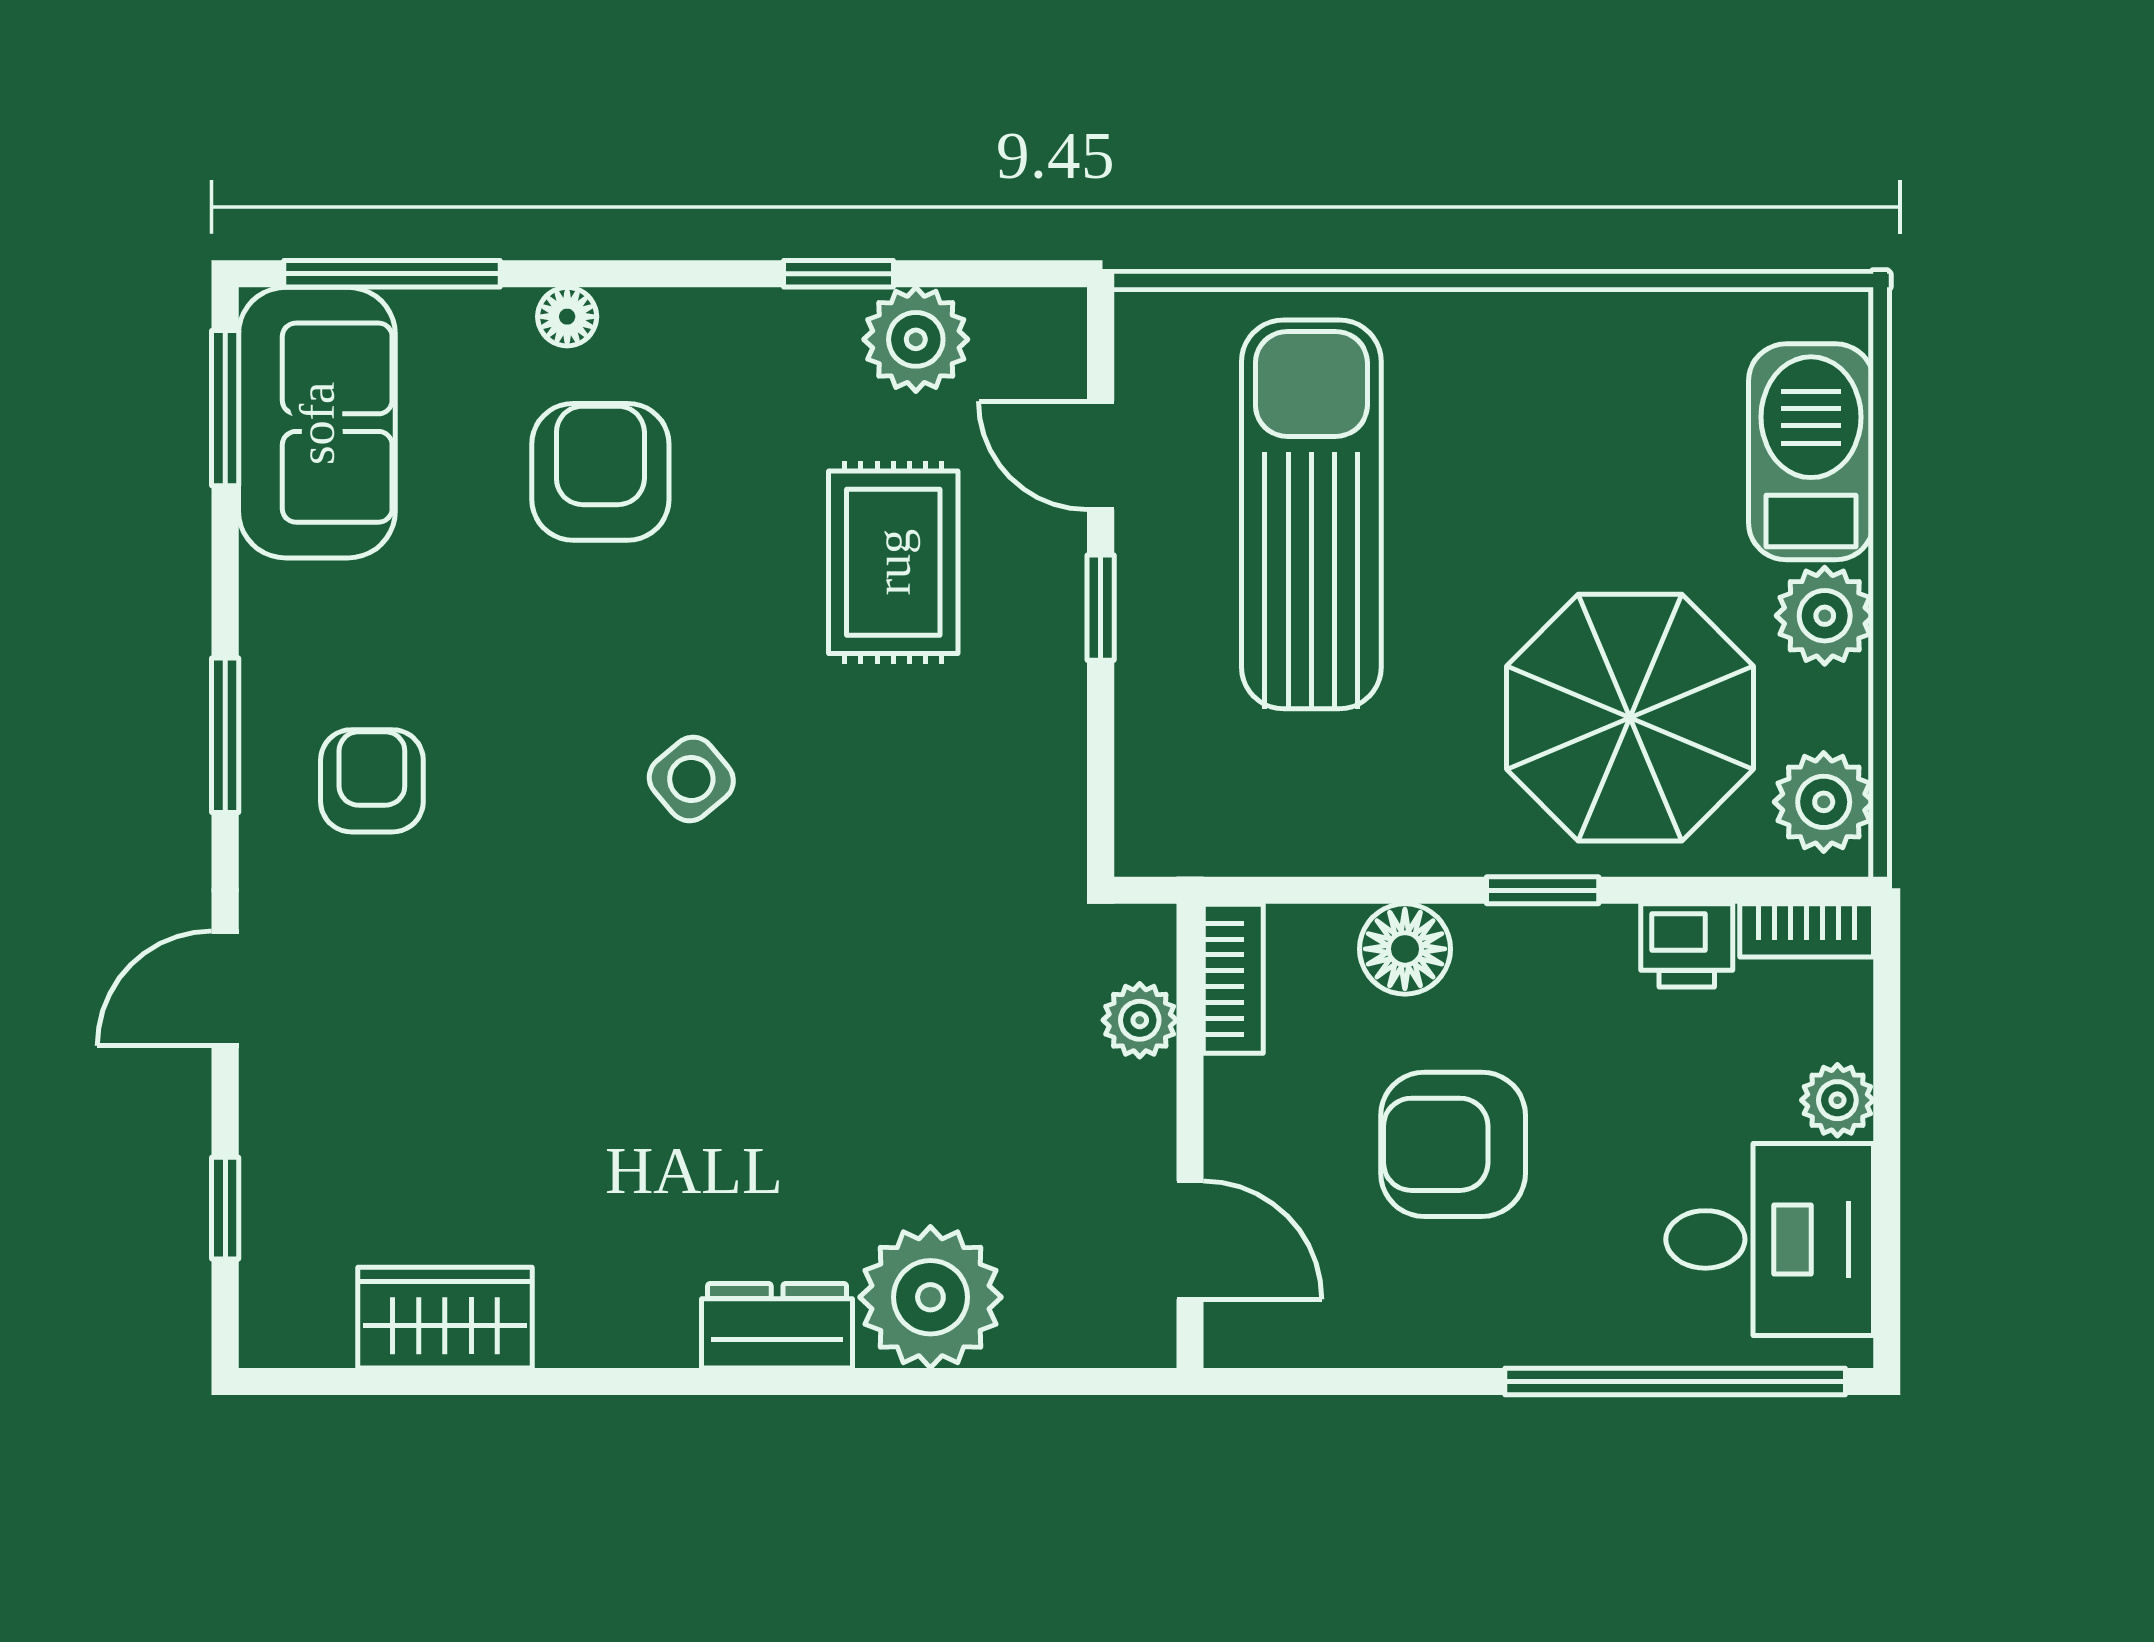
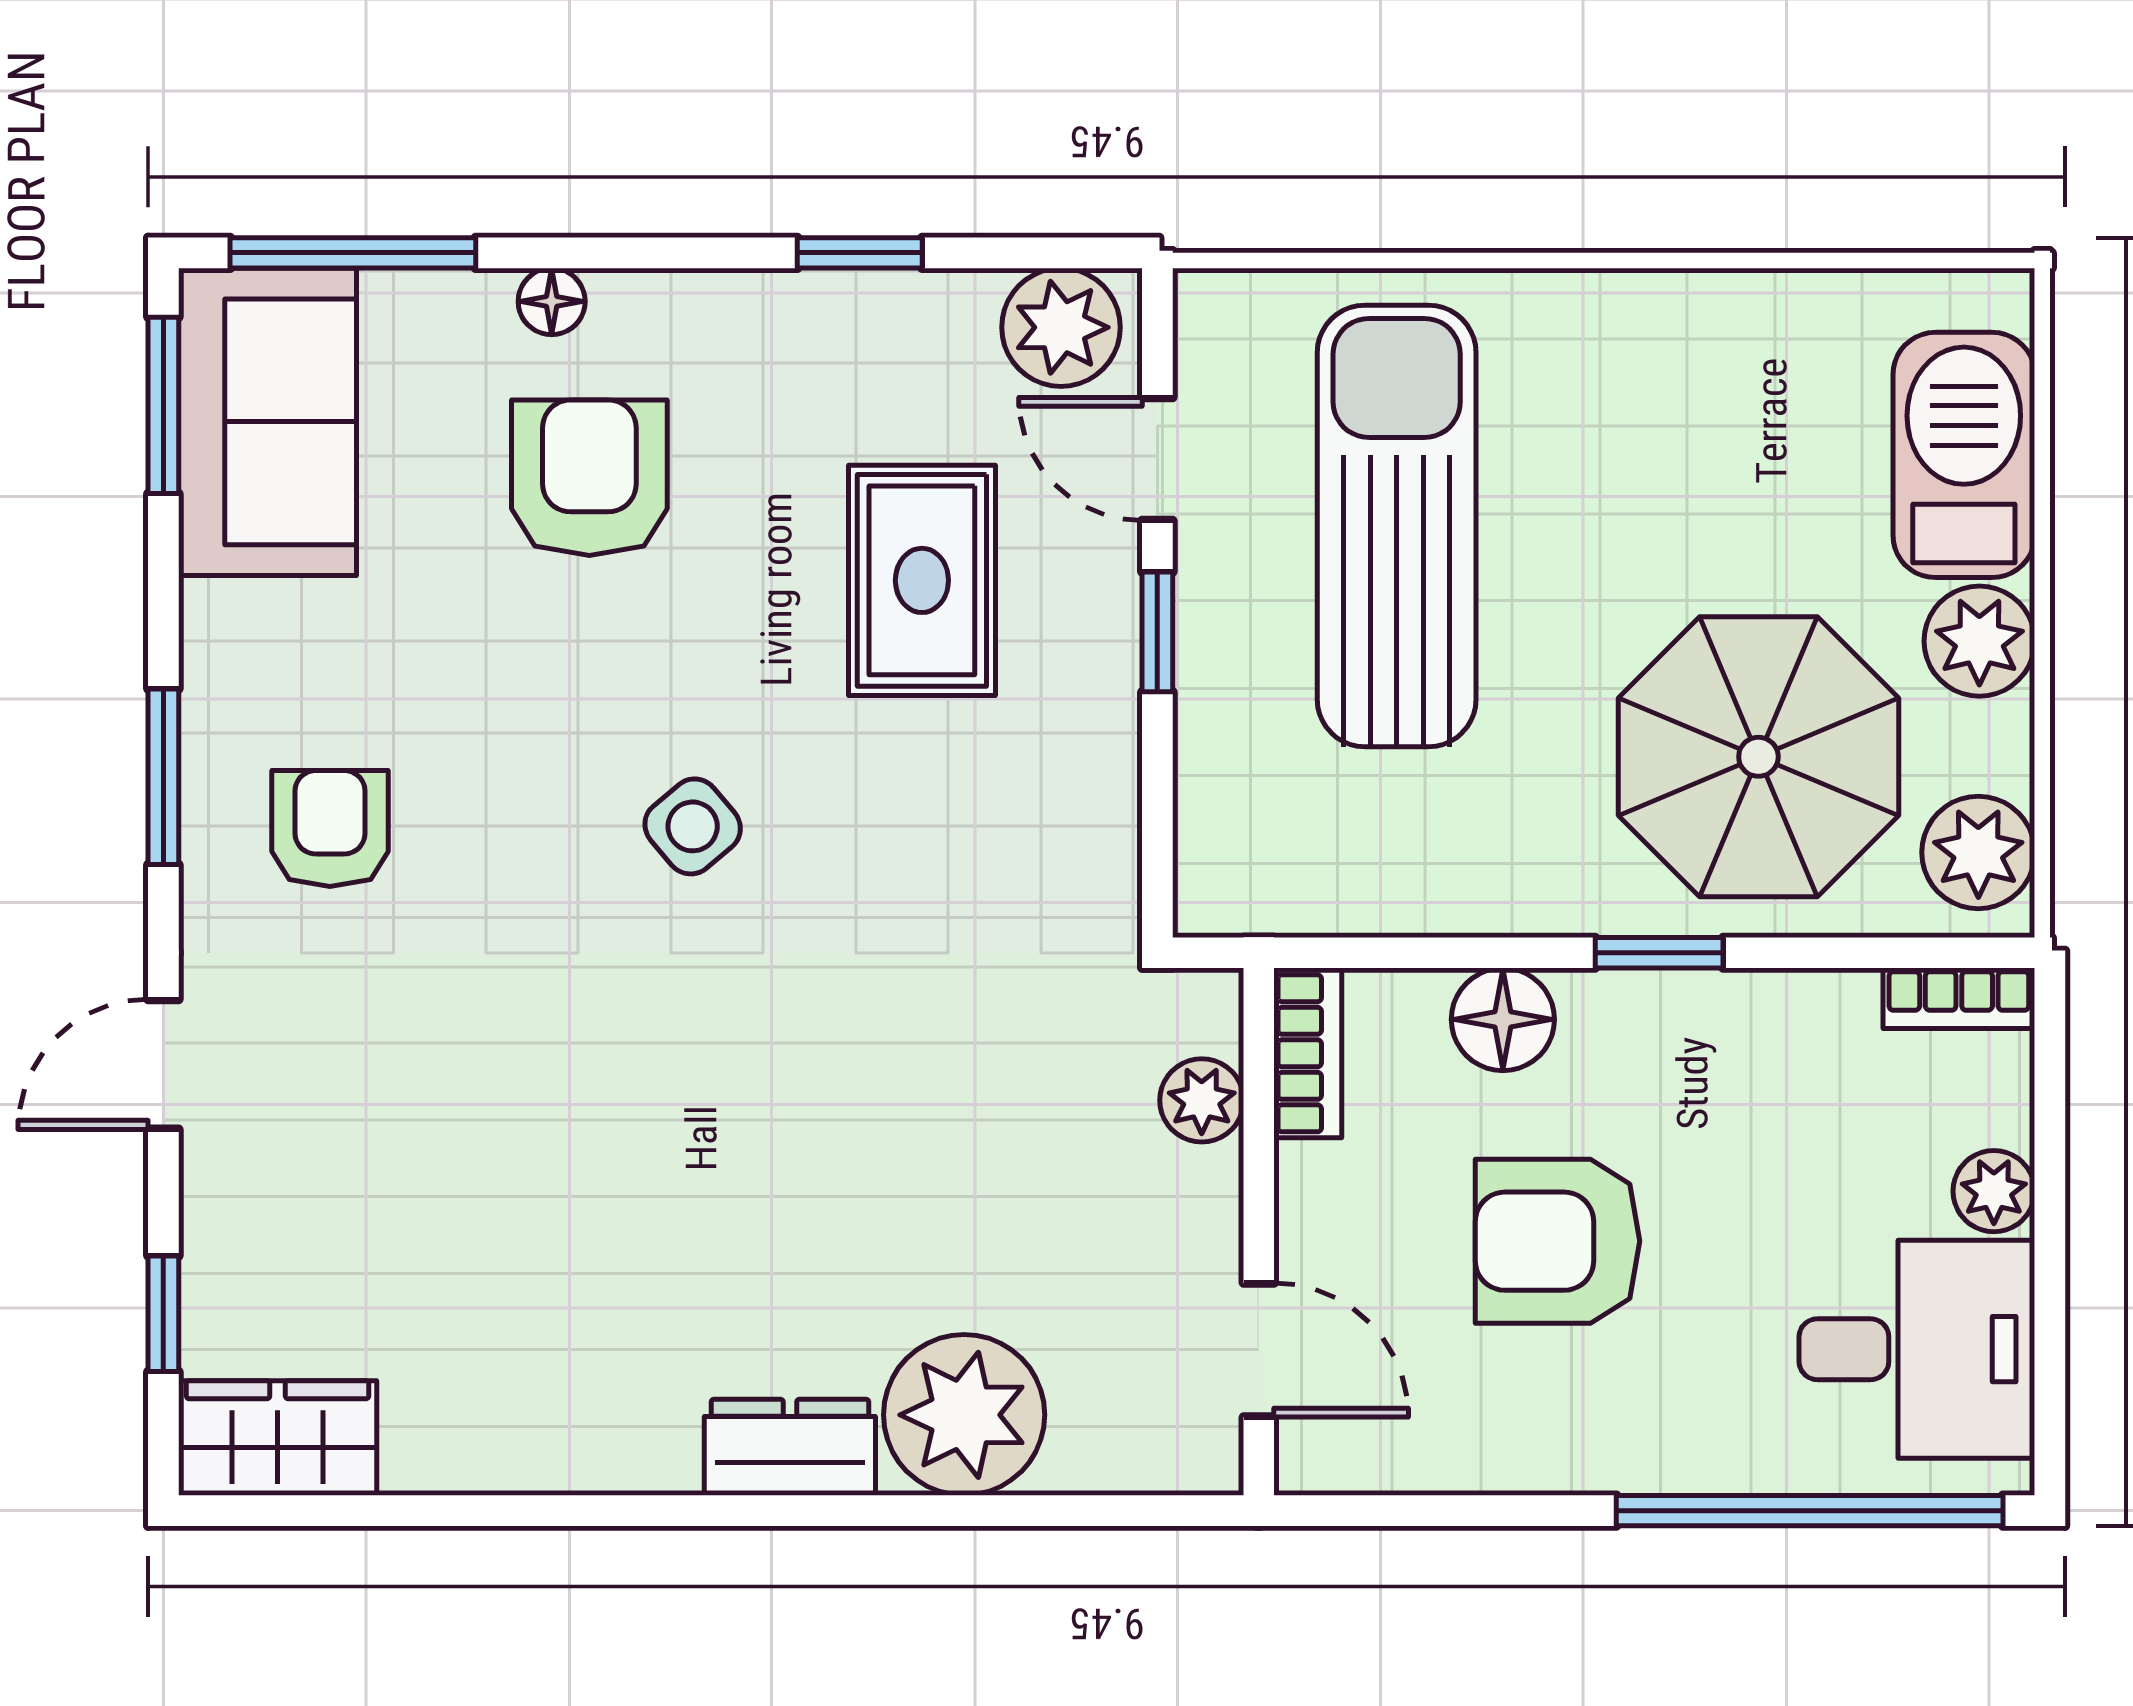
plant: (916, 339) -> (1061, 327), moved
printer: (1687, 945) -> (1823, 1015), removed
wardrobe: (445, 1318) -> (278, 1438), moved

